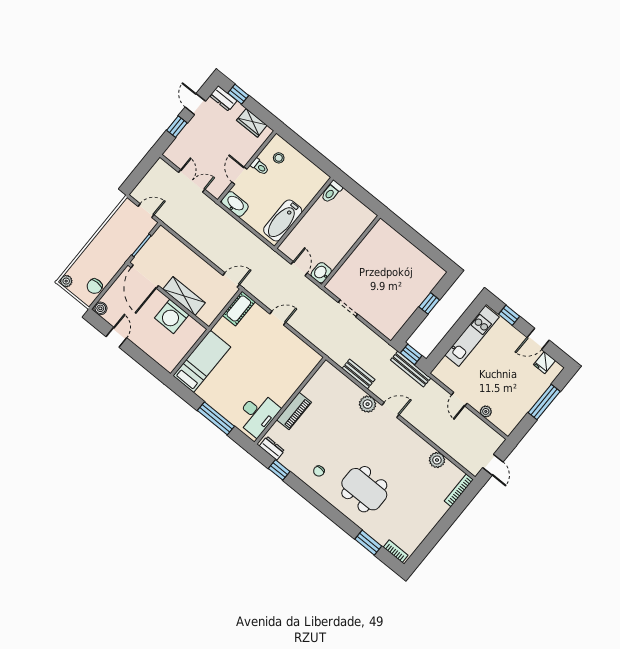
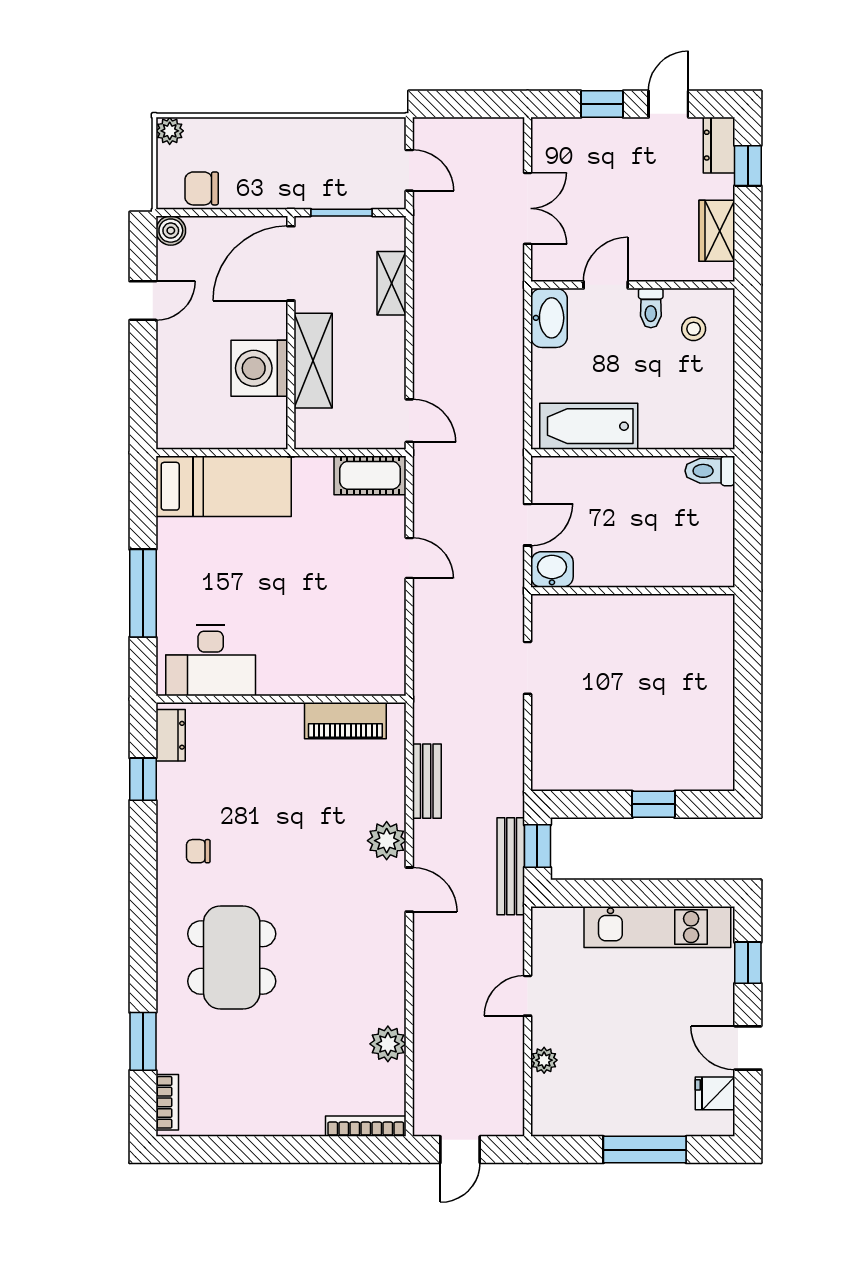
shelving: (179, 248) -> (392, 283), added
piano: (294, 411) -> (345, 721), moved

